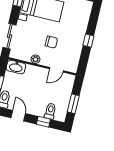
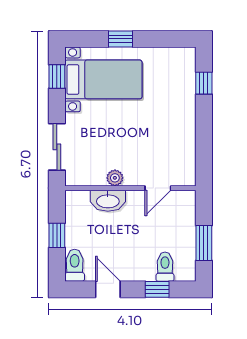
window: (88, 41) -> (204, 83), moved
chair: (51, 42) -> (136, 139), removed
washbasin: (16, 67) -> (108, 201), moved

